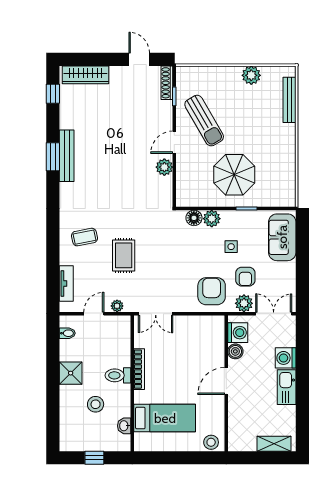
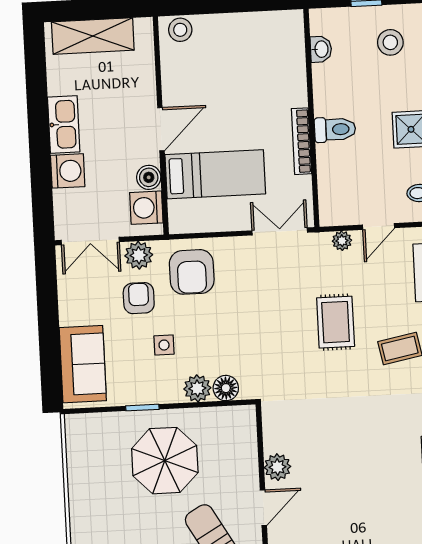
stool: (96, 404) -> (390, 42), moved
bed: (165, 418) -> (215, 174), moved, turned 180
shelving: (274, 444) -> (93, 36), width x1.50, depth x1.33

